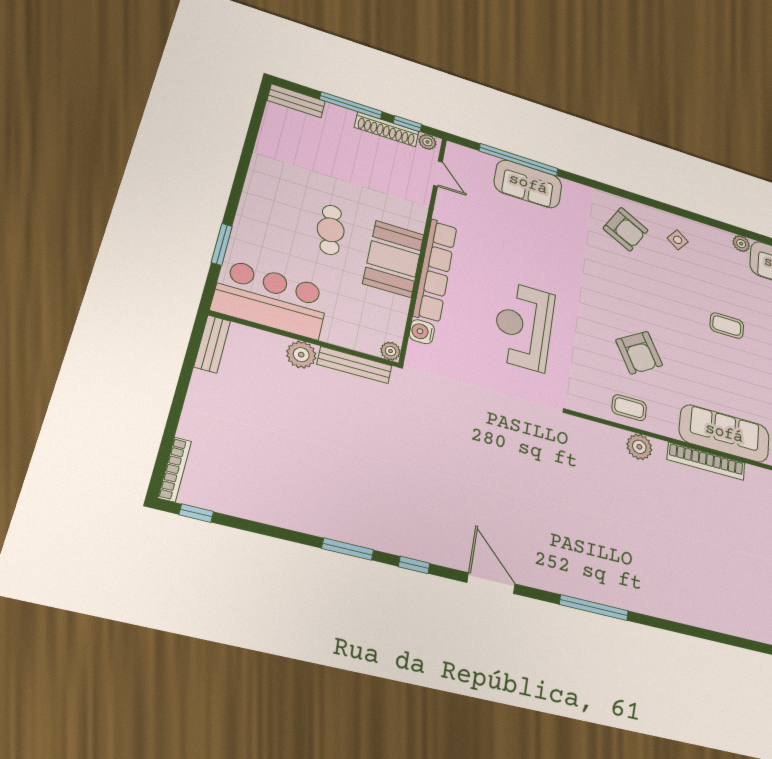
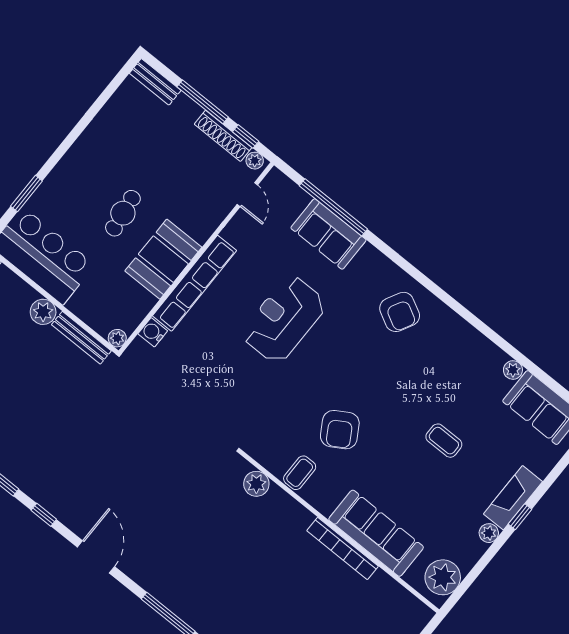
side table: (678, 240) -> (447, 342), removed
reception desk: (524, 326) -> (284, 319), moved
coffee table: (629, 408) -> (300, 473), turned 90
plant: (639, 447) -> (256, 484), moved

